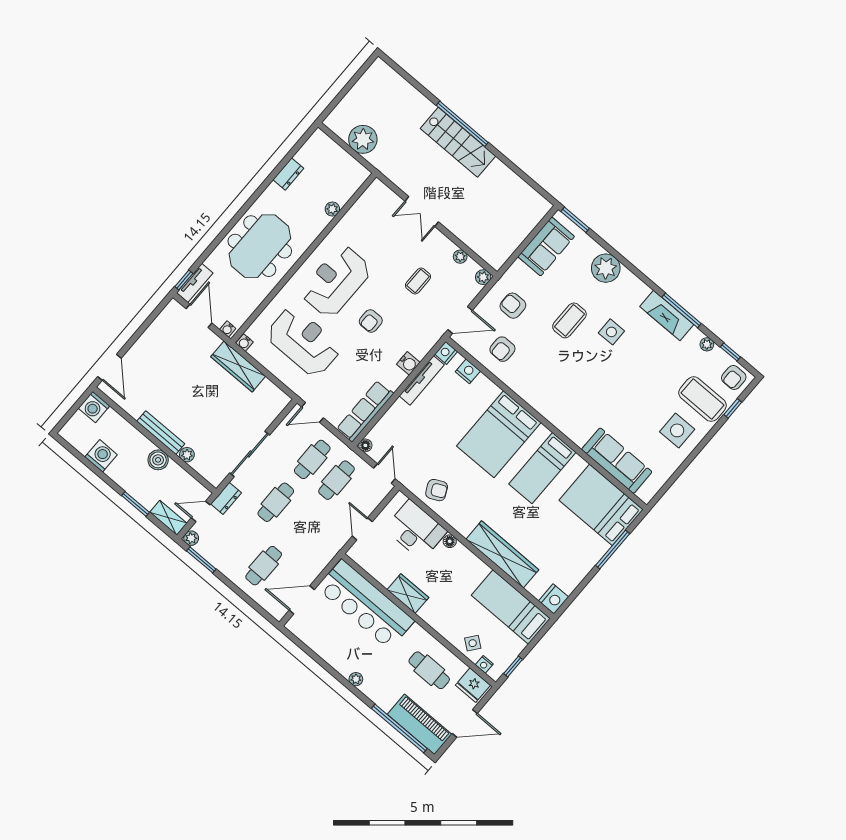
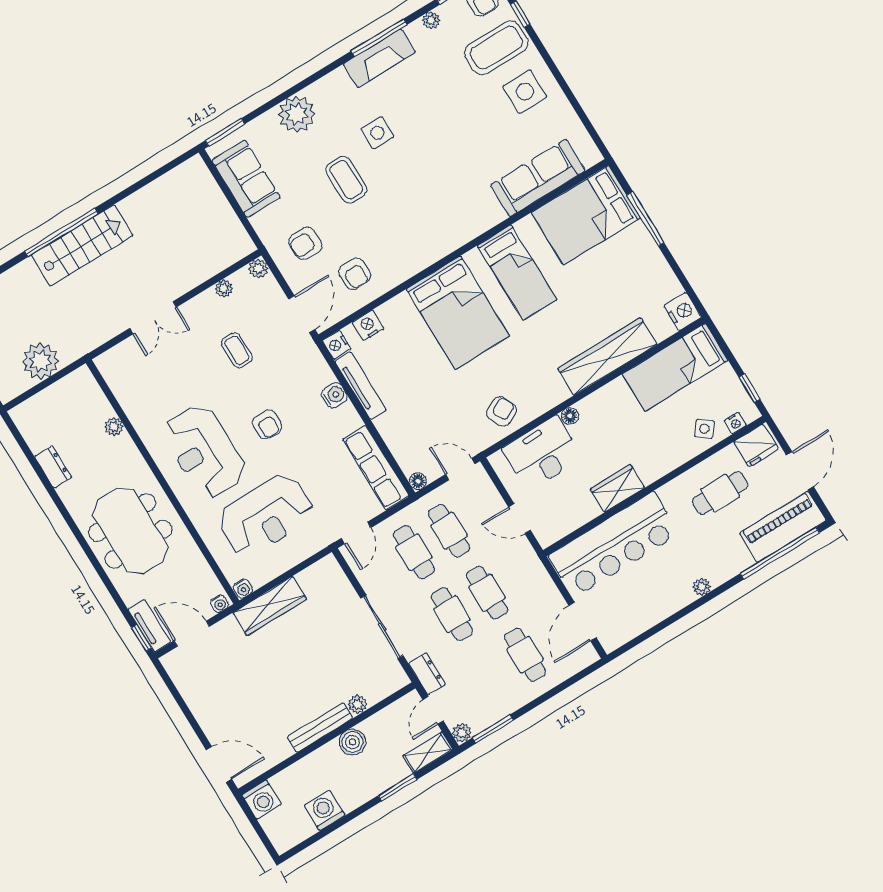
reception desk: (304, 342) -> (266, 515), turned 180
cafe table: (300, 523) -> (487, 593), added

